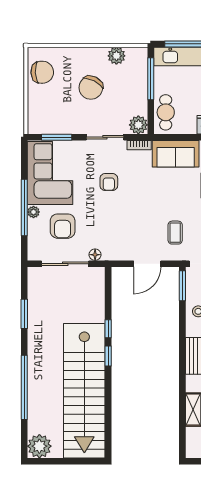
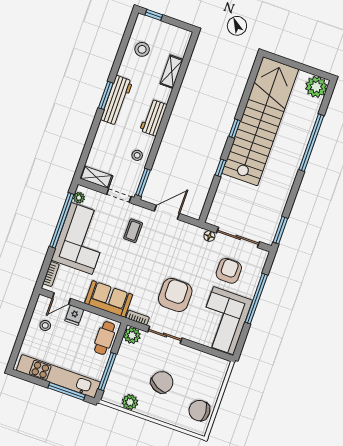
window: (57, 137) -> (207, 350), removed
armchair: (109, 182) -> (175, 295), width x1.88, depth x1.88
plant: (33, 212) -> (250, 292), removed
window: (24, 314) -> (280, 230), moved
window: (108, 356) -> (235, 128), moved

